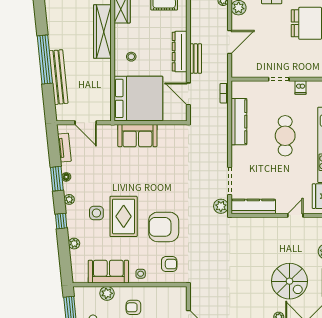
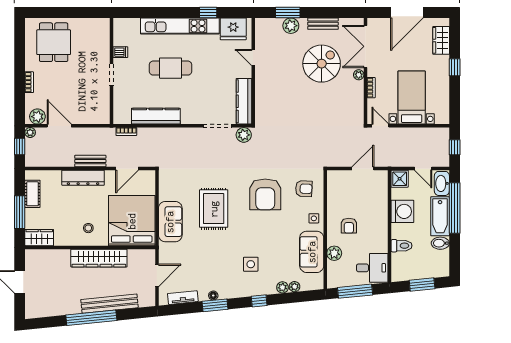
wardrobe: (102, 32) -> (99, 258), moved
door: (230, 42) -> (59, 126), moved
plant: (69, 199) -> (294, 287), moved
rug: (124, 216) -> (214, 209), moved, turned 90
armchair: (169, 264) -> (304, 189), turned 93

